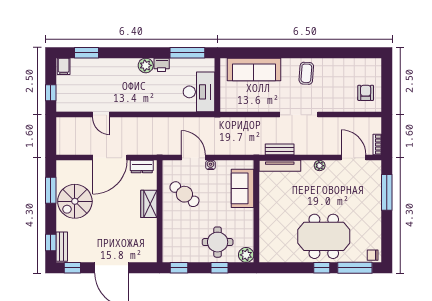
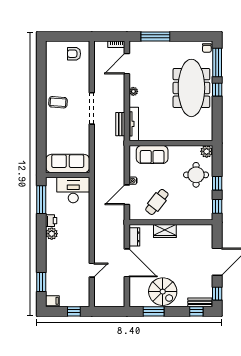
sofa: (254, 69) -> (68, 164), moved, turned -90
meeting table: (324, 236) -> (191, 88), width x1.36
window: (220, 268) -> (217, 183), moved

